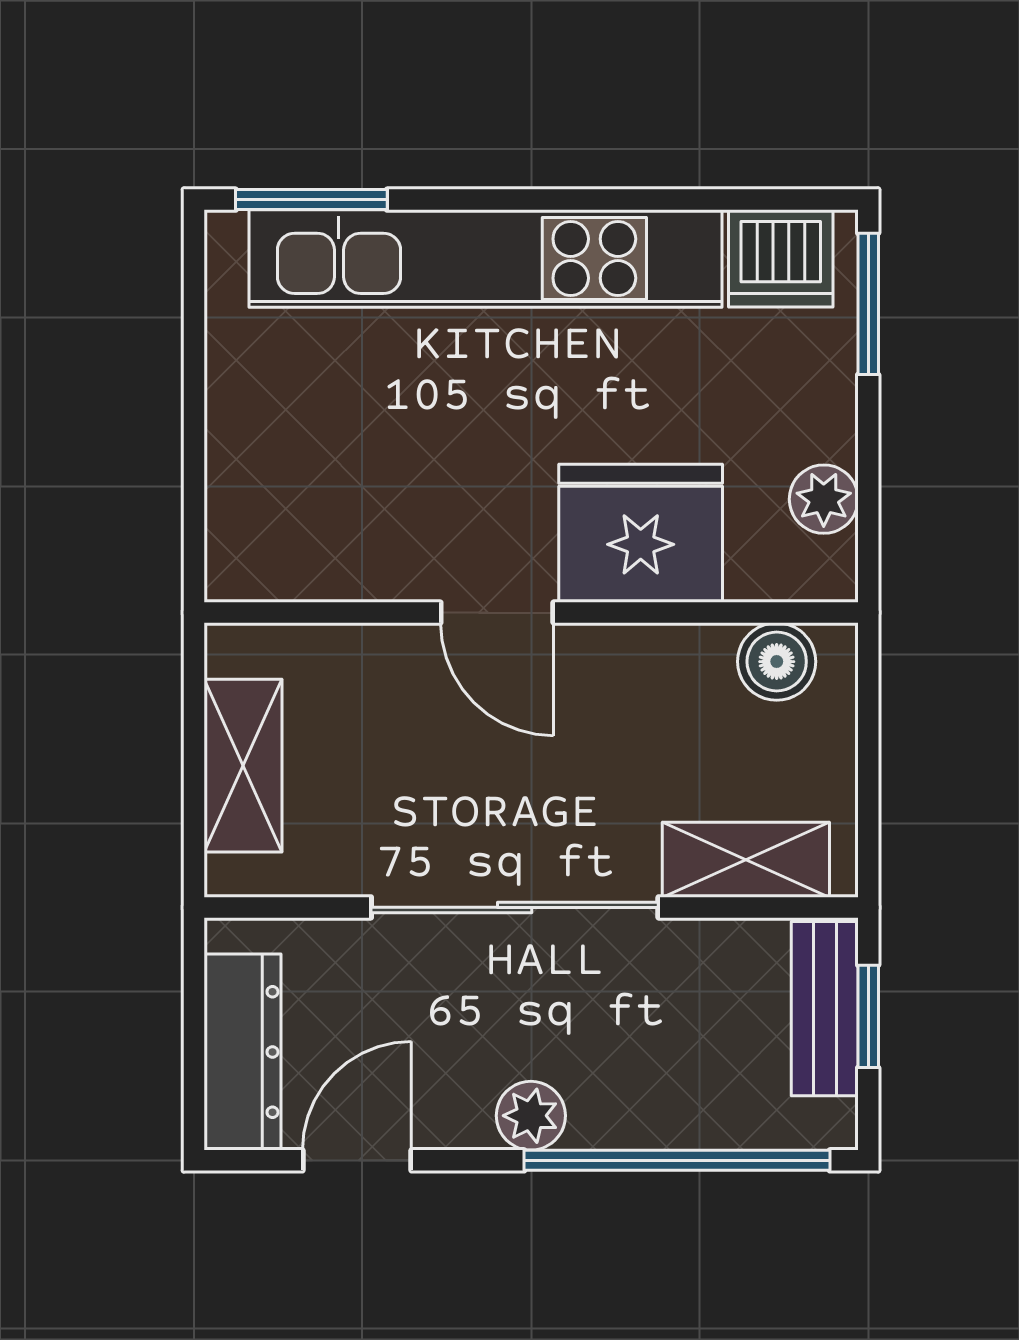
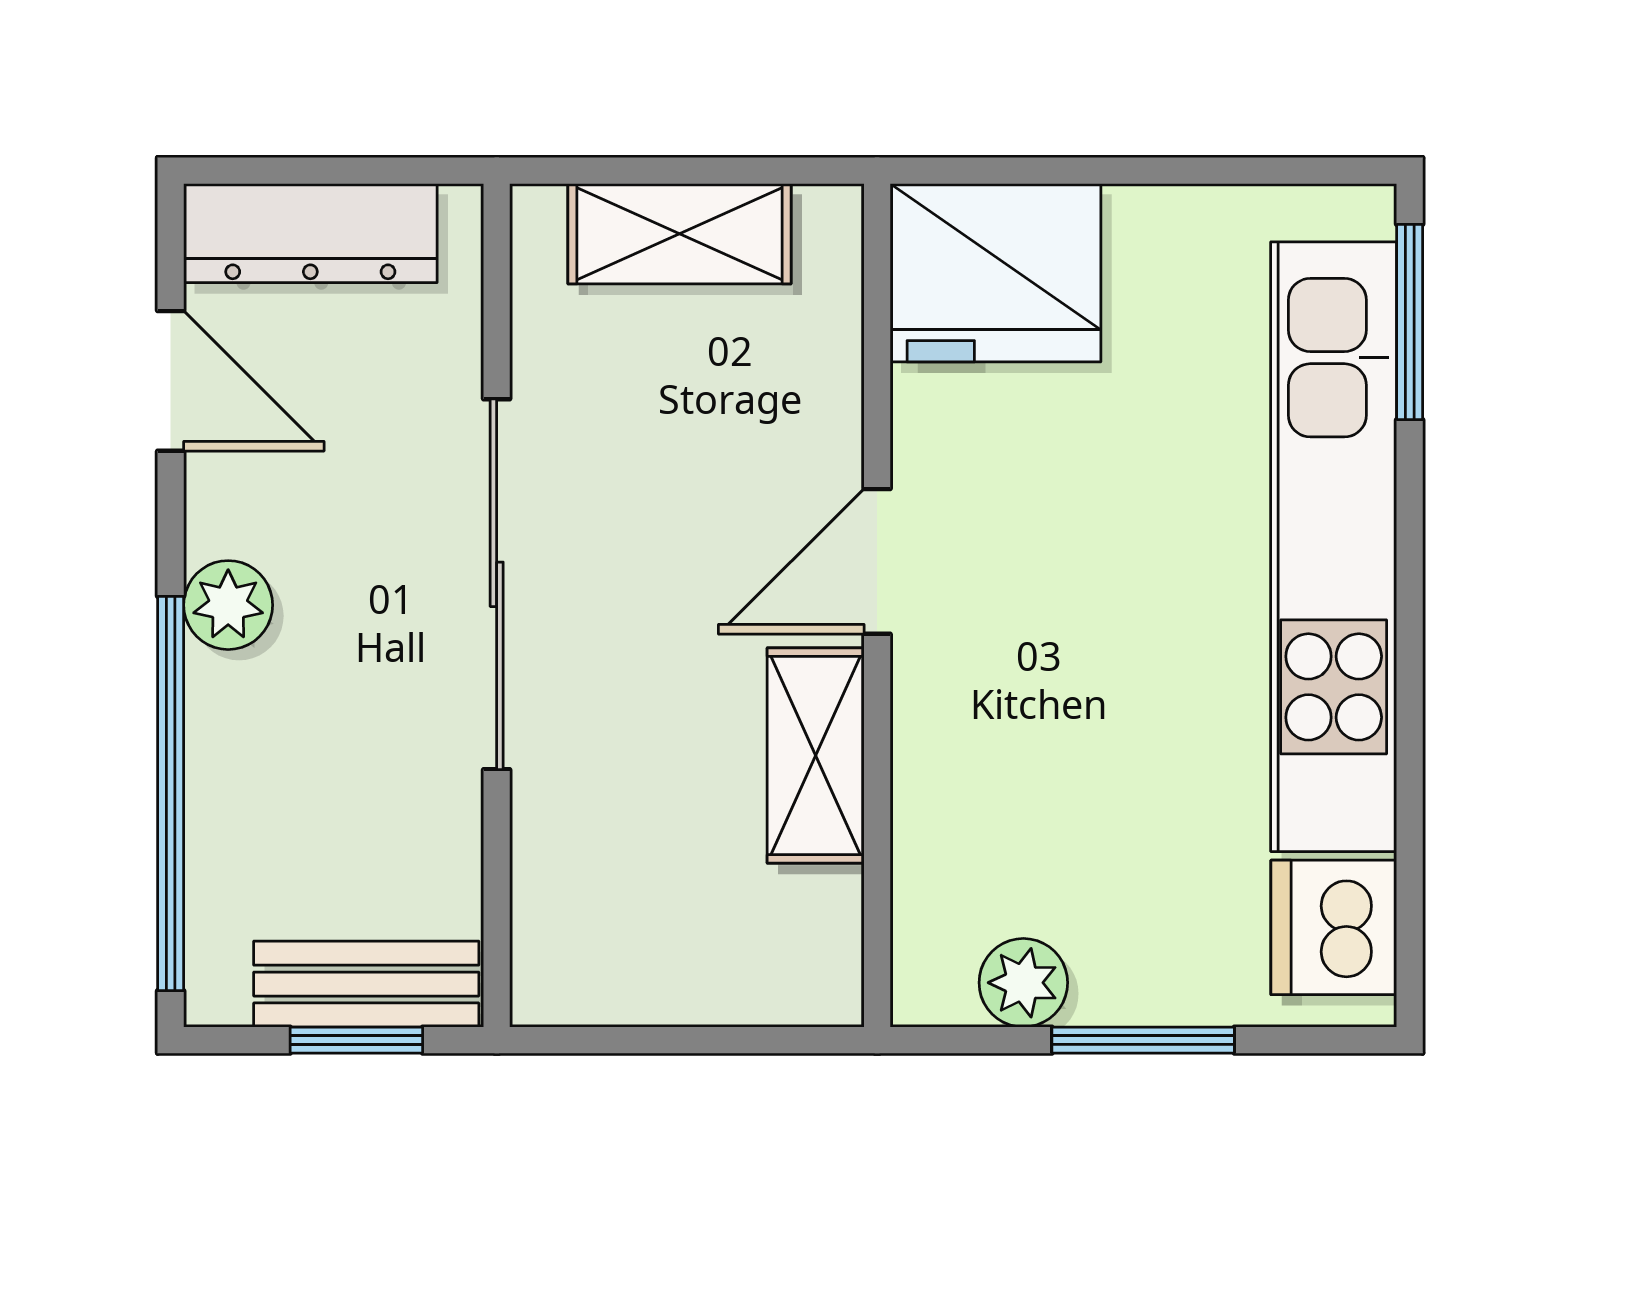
window: (868, 304) -> (1143, 1040), moved
fridge: (641, 533) -> (995, 273), moved, turned 90
boiler: (777, 662) -> (814, 922), removed
shelving: (746, 860) -> (816, 755), moved

